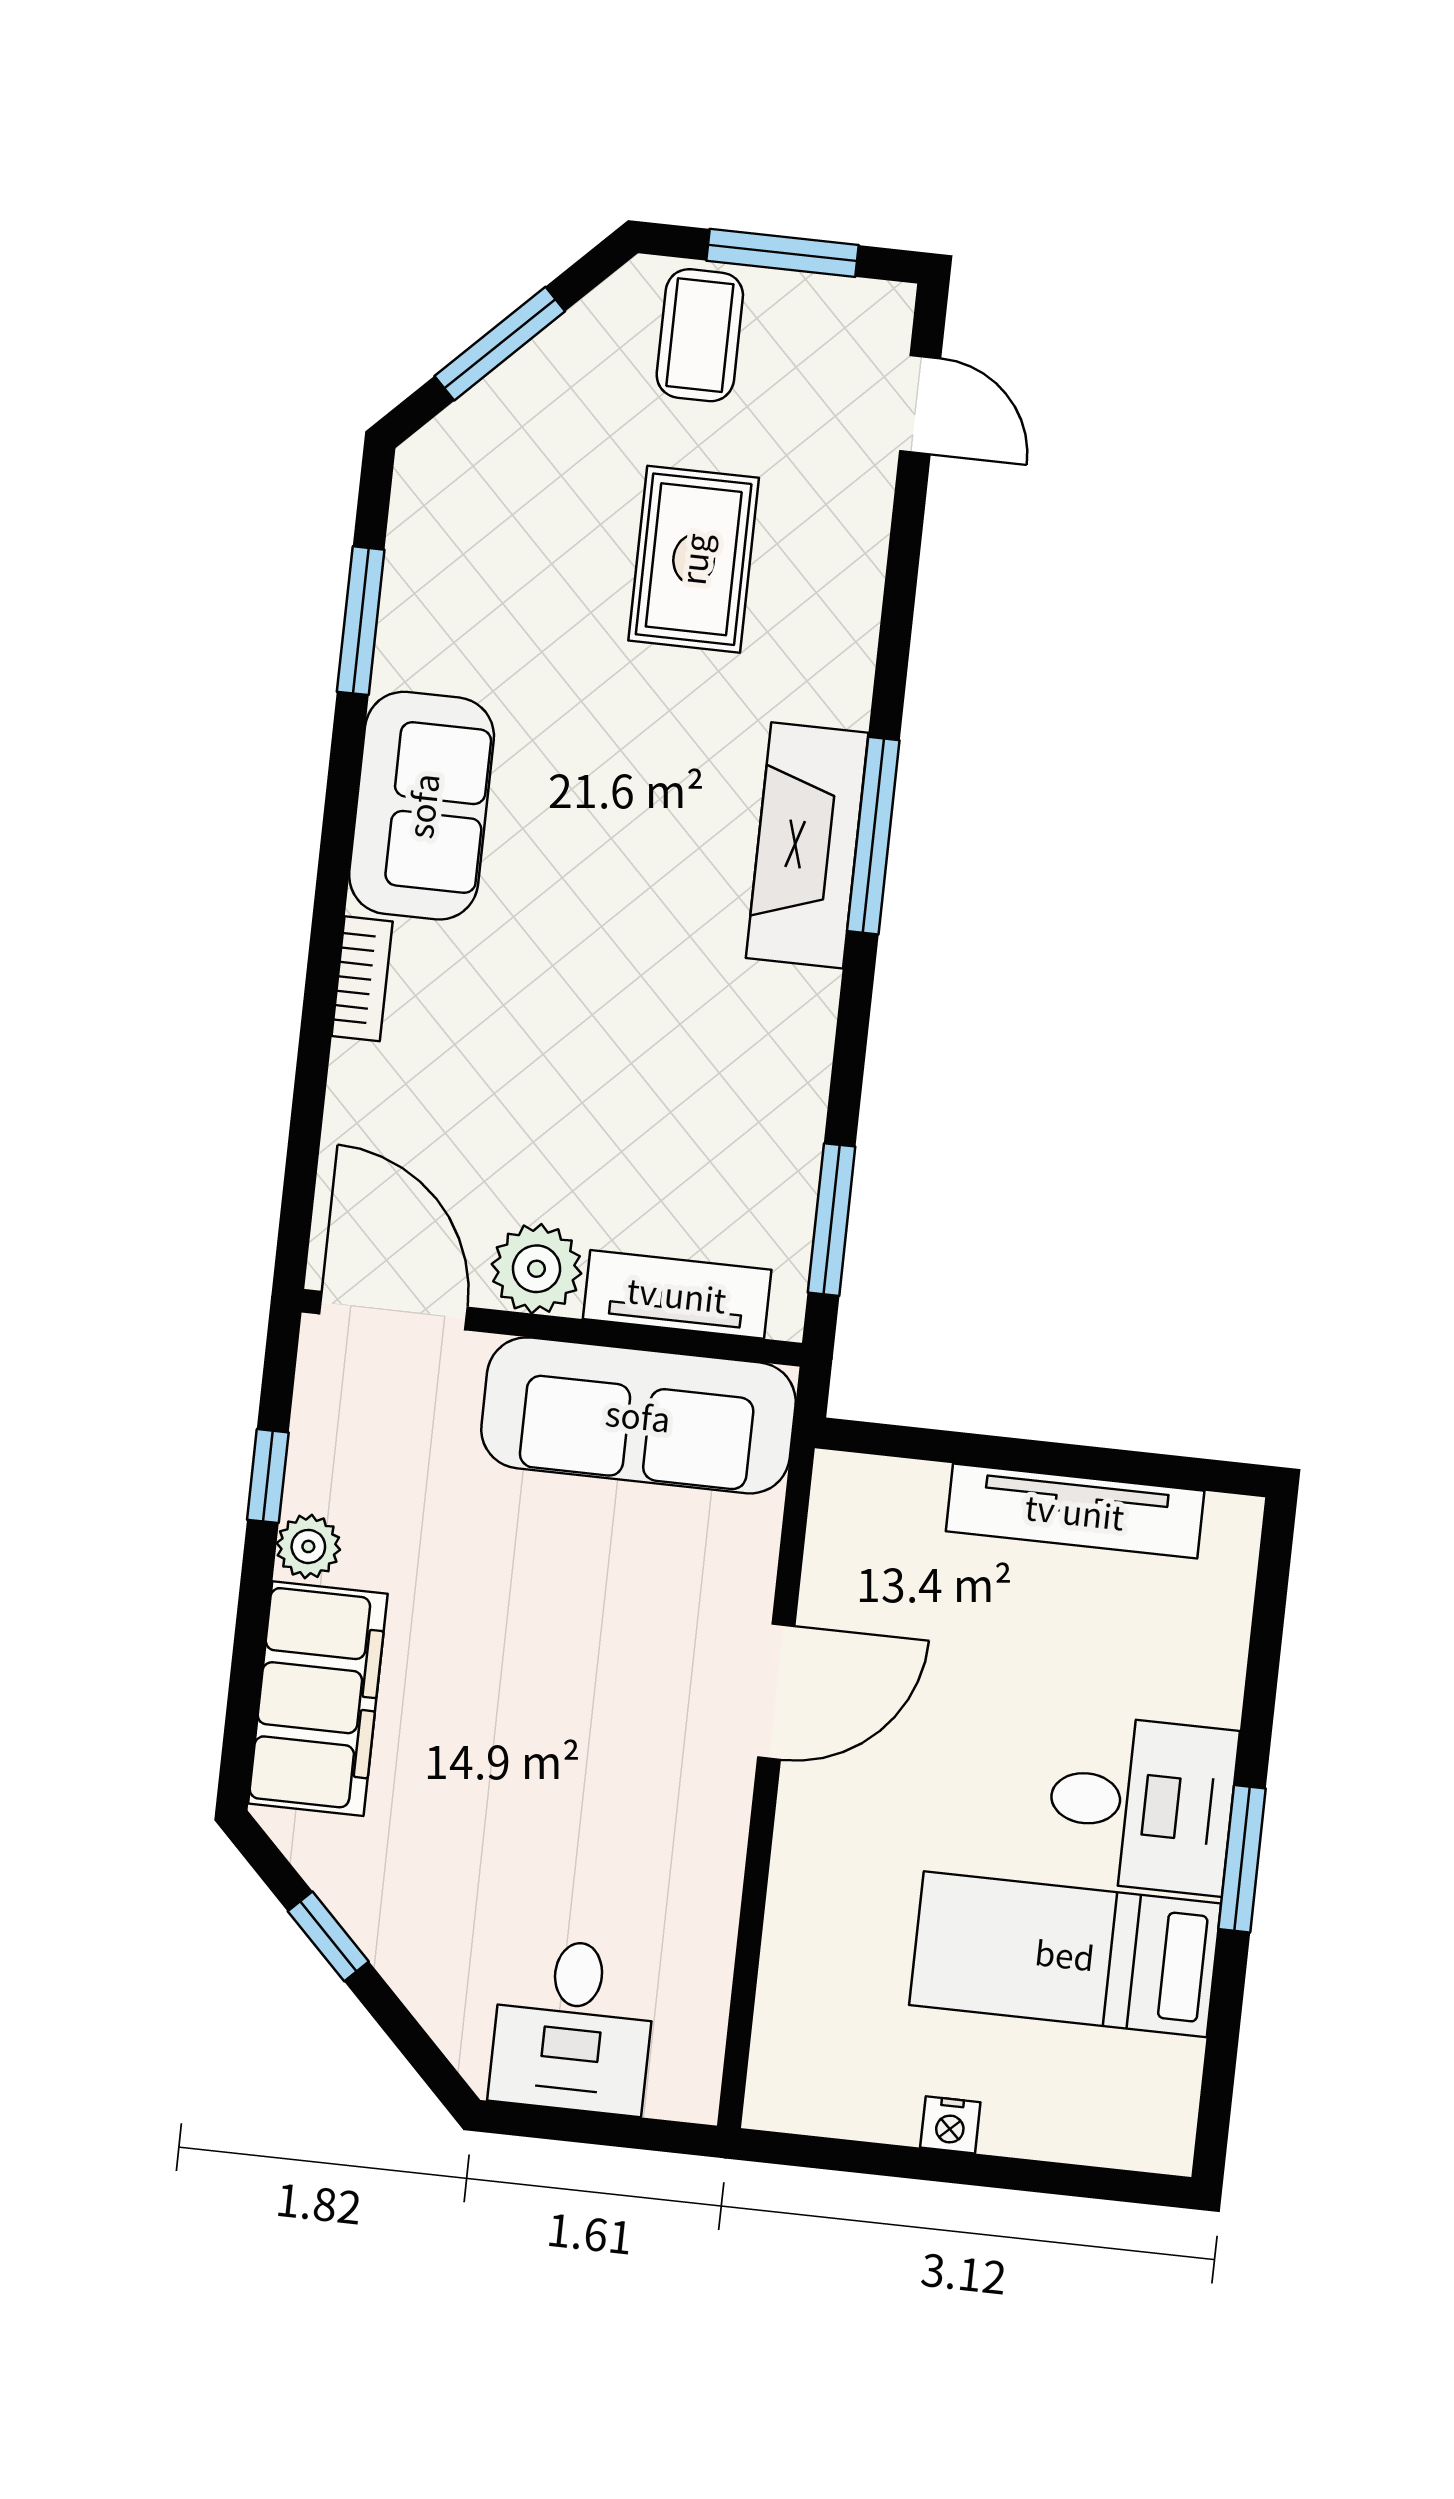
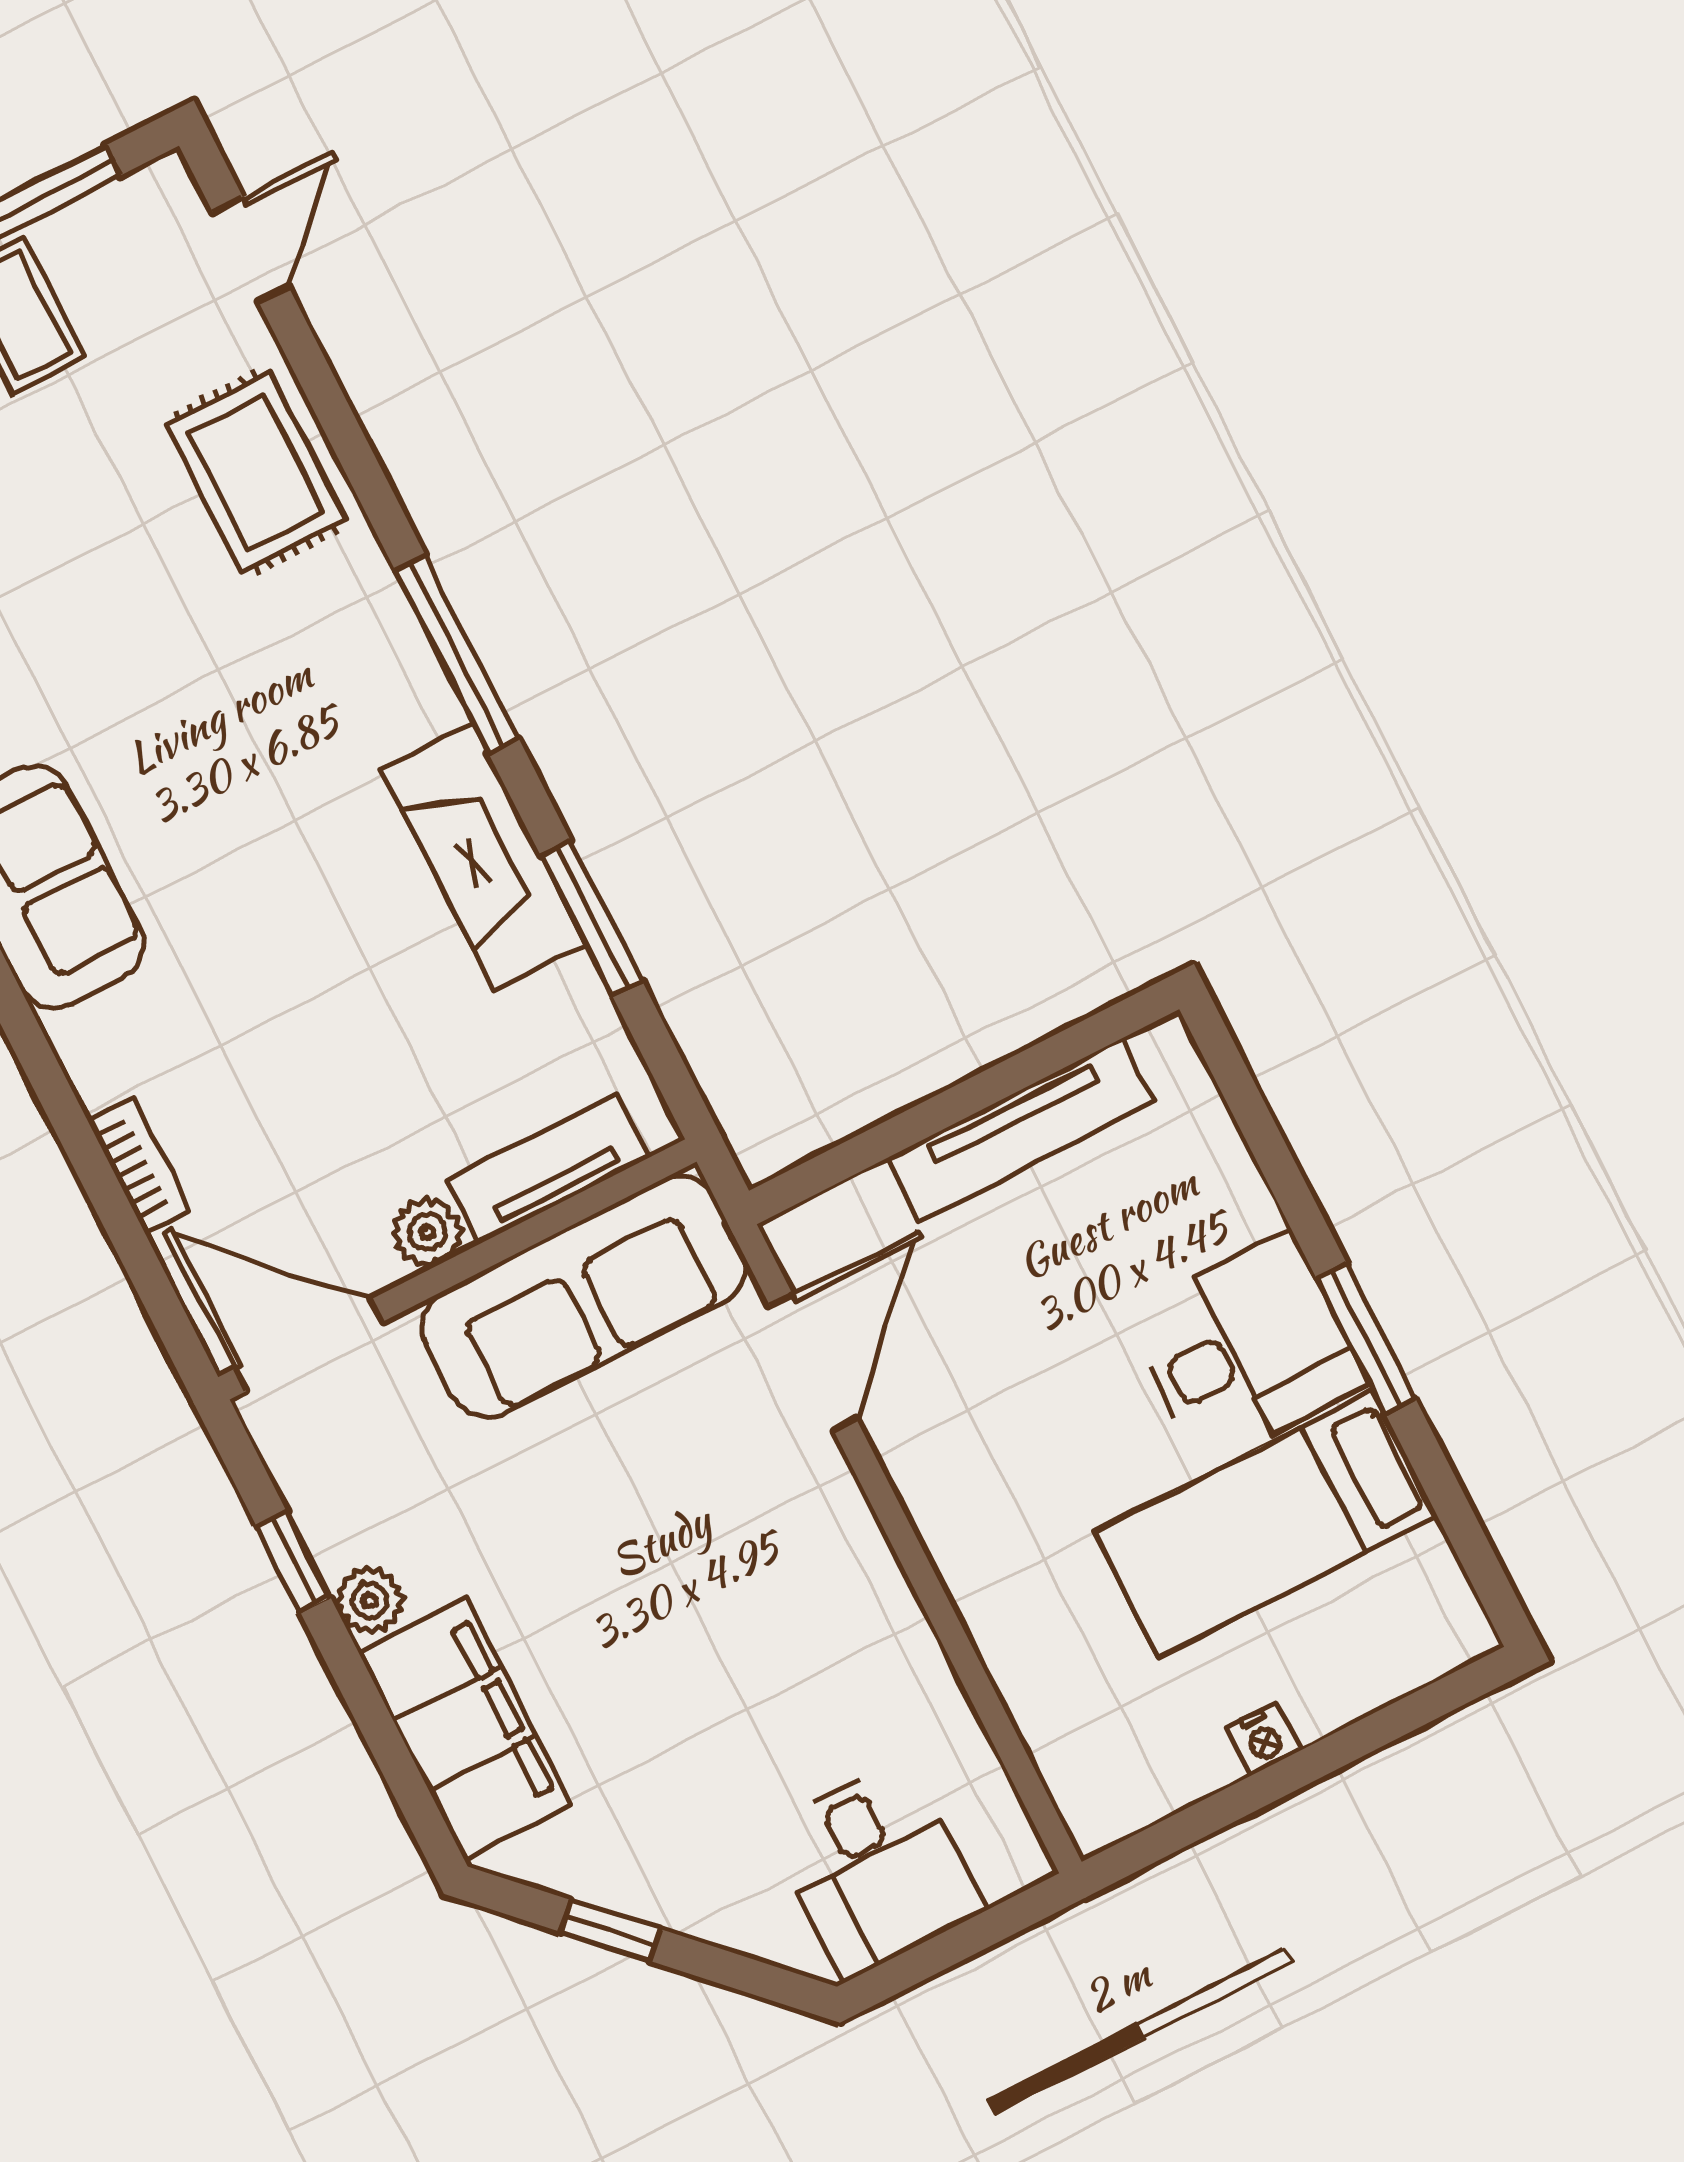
door: (920, 405) -> (251, 250), hinge flipped
rug: (694, 559) -> (256, 472), moved
fireplace: (807, 845) -> (484, 857), moved
bookcase: (362, 979) -> (139, 1166), moved
window: (832, 1220) -> (591, 918), moved
plant: (536, 1269) -> (427, 1232), width x0.73, depth x0.73
door: (776, 1692) -> (813, 1363), moved

